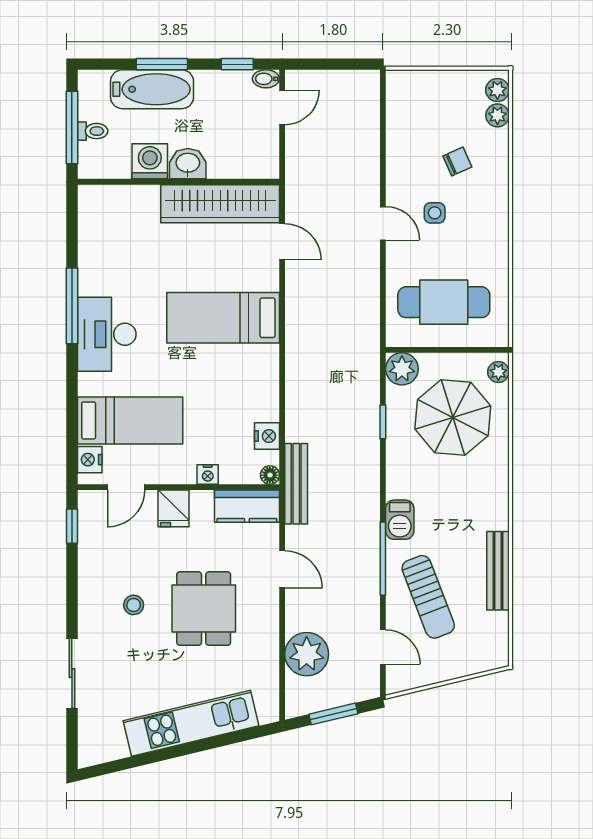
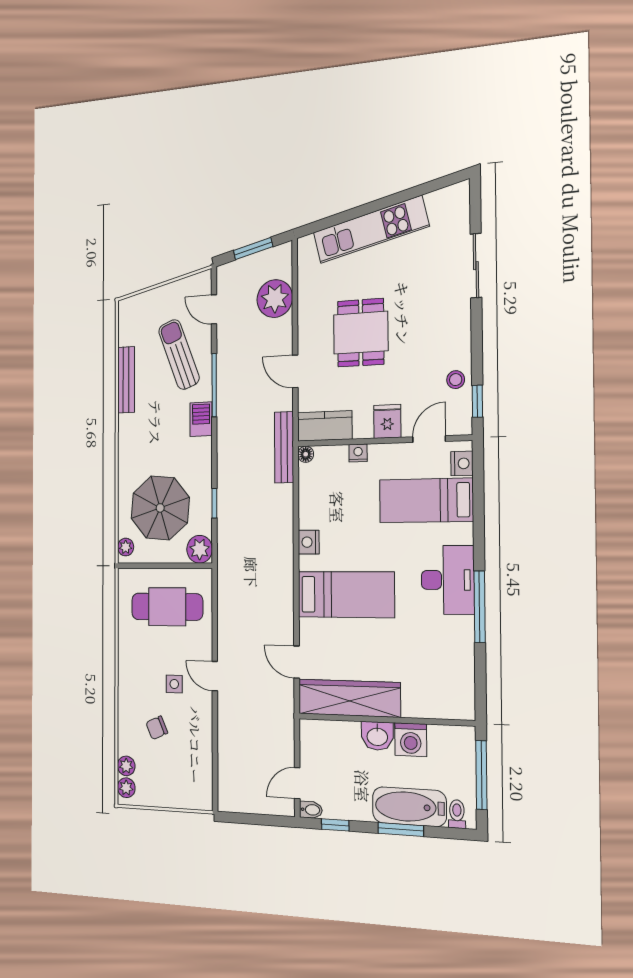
toilet: (93, 131) -> (457, 814), moved, turned 90
nightstand: (267, 436) -> (309, 542), moved
stool: (134, 605) -> (456, 380), moved

